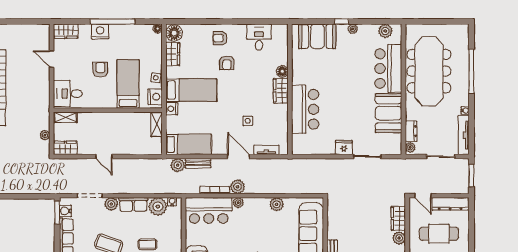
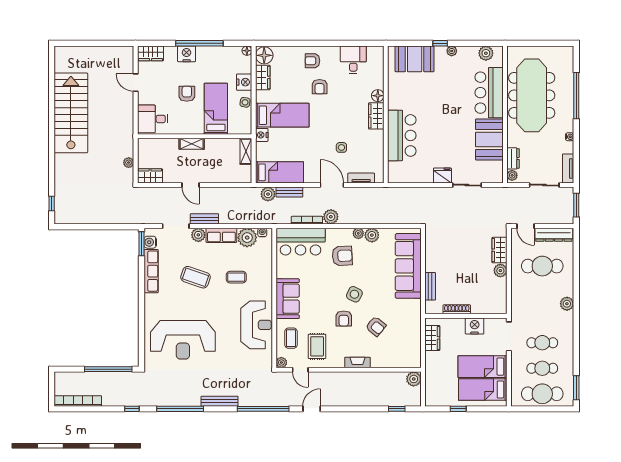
nightstand: (155, 97) -> (244, 82), moved
shelving: (65, 117) -> (192, 144), moved
tv unit: (464, 135) -> (568, 168), width x0.71
bench: (117, 189) -> (204, 219), added
plant: (238, 203) -> (358, 233), moved
armchair: (248, 224) -> (342, 256), added

